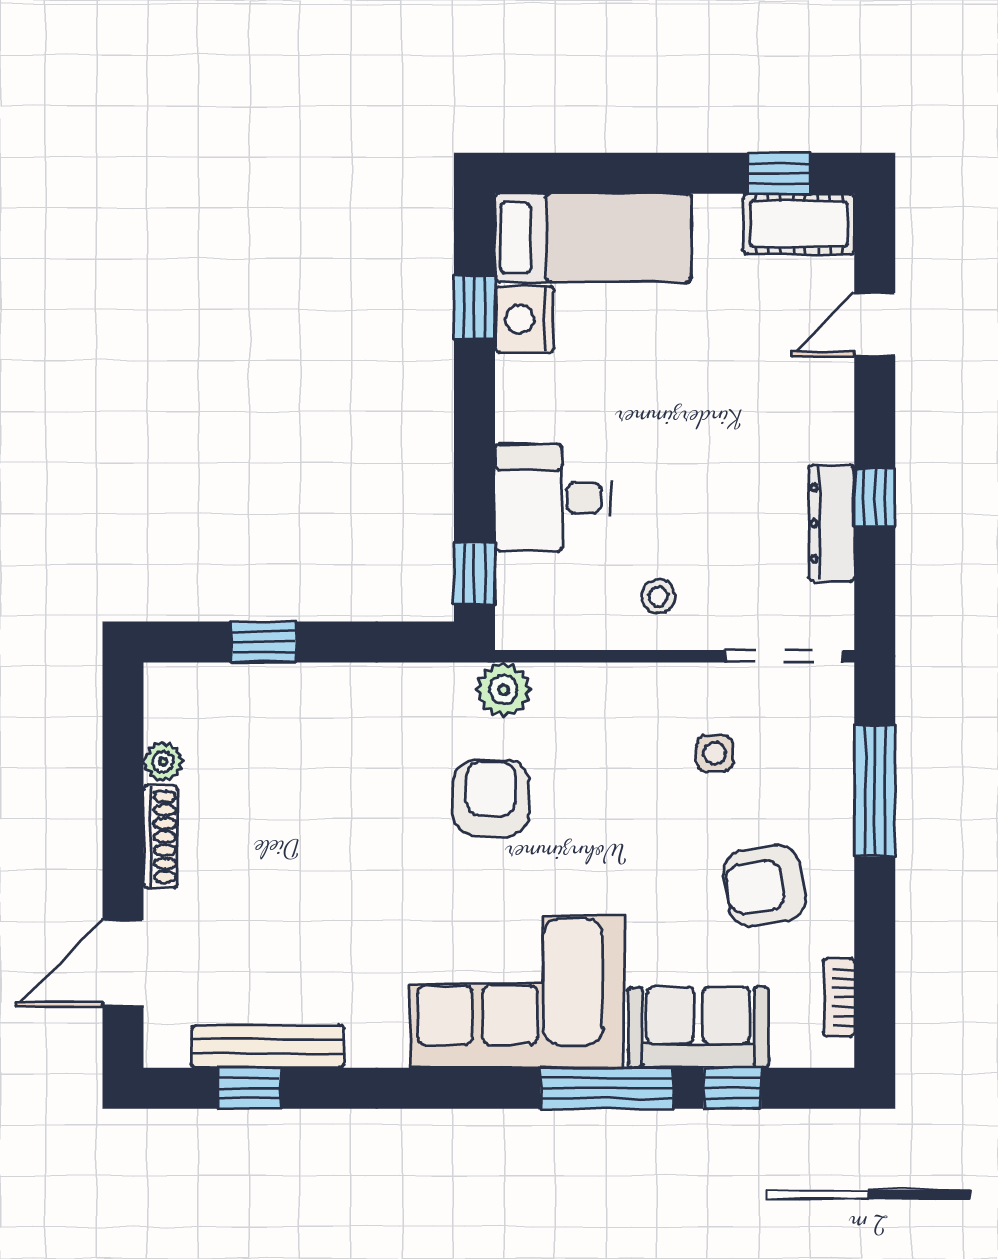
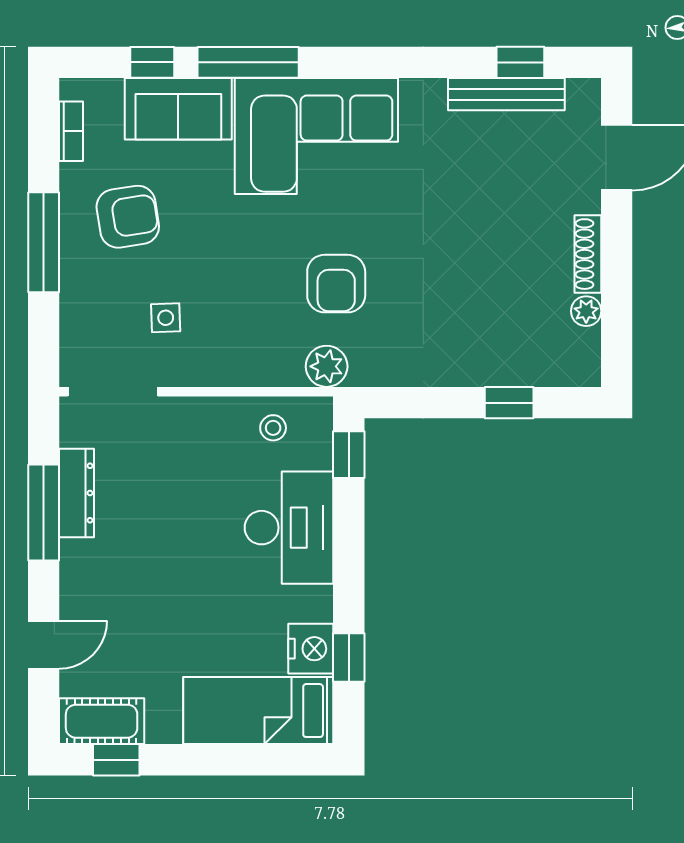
desk: (553, 498) -> (289, 528), width x1.37
window: (875, 498) -> (44, 512), width x2.17
stool: (658, 596) -> (273, 428), moved
window: (875, 791) -> (44, 242), moved

